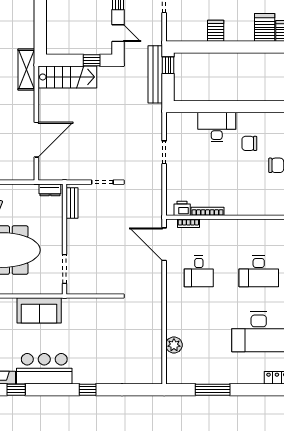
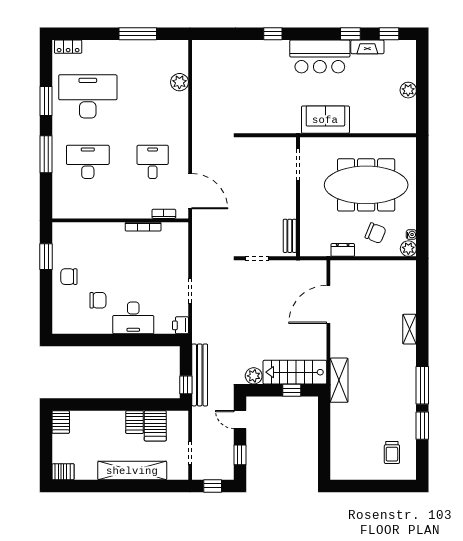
server rack: (265, 27) -> (155, 426), moved
window: (92, 60) -> (292, 390), moved
plant: (105, 74) -> (254, 376), added
dresser: (50, 190) -> (343, 250), moved
printer: (182, 208) -> (180, 325), moved, turned 90

